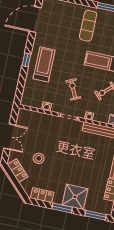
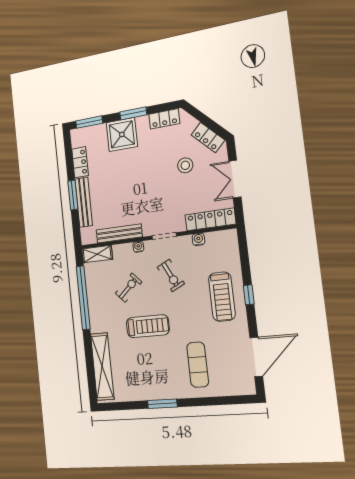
exercise mat: (88, 26) -> (198, 365), moved
locker: (34, 117) -> (210, 219), added

